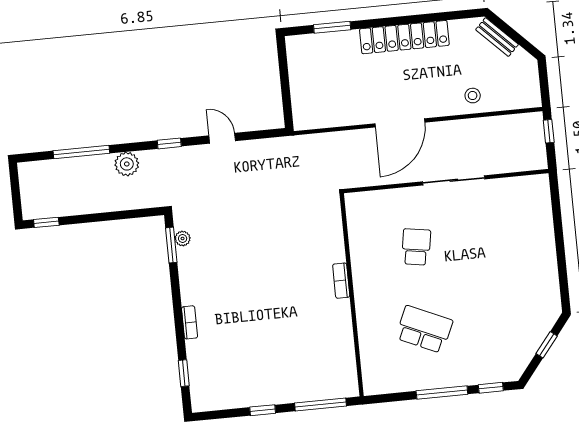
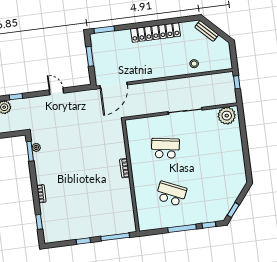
window: (332, 27) -> (104, 30), moved
window: (284, 77) -> (90, 56), added
door: (400, 123) -> (114, 85), moved
window: (169, 143) -> (16, 97), moved
plant: (529, 191) -> (227, 116), added
school desk: (416, 247) -> (165, 148), width x1.85
window: (547, 345) -> (233, 210), moved

